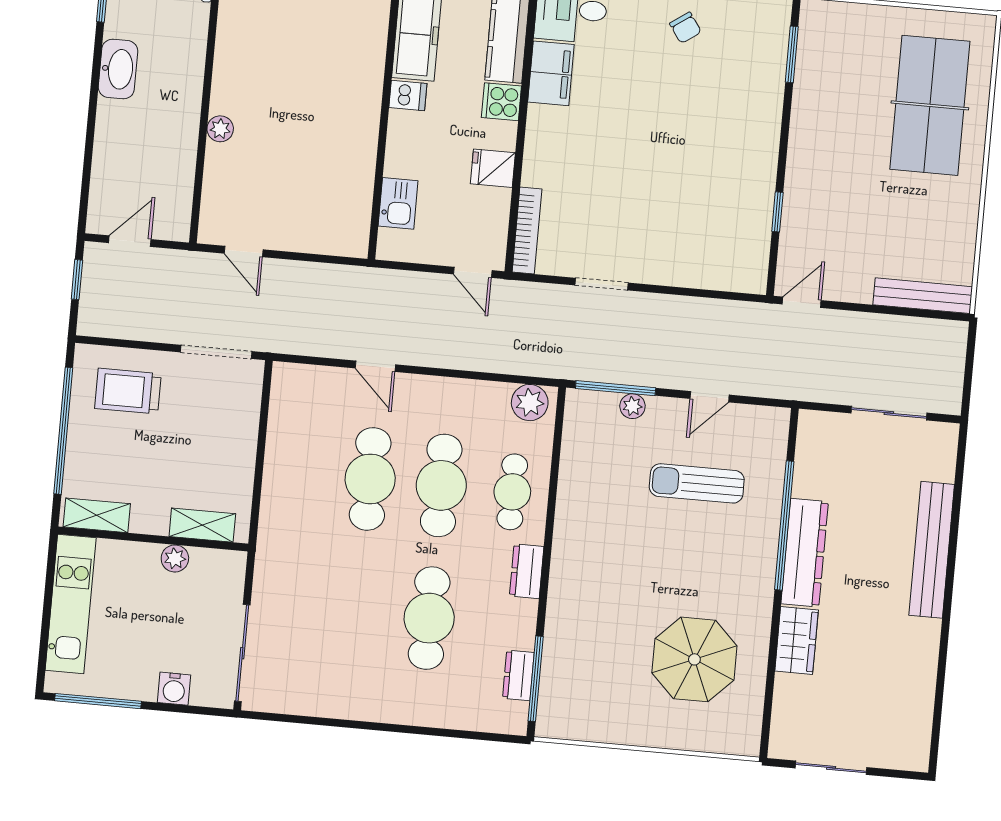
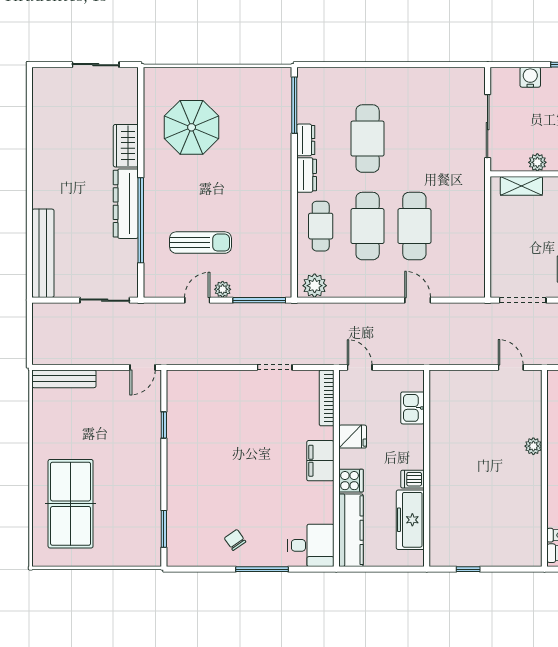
filing cabinet: (551, 73) -> (320, 461), moved
plant: (632, 406) -> (223, 289), moved
sliding door: (889, 413) -> (105, 300), moved
bench: (932, 550) -> (43, 253), moved
sliding door: (242, 653) -> (488, 126), moved
dresser: (518, 675) -> (306, 140), moved

